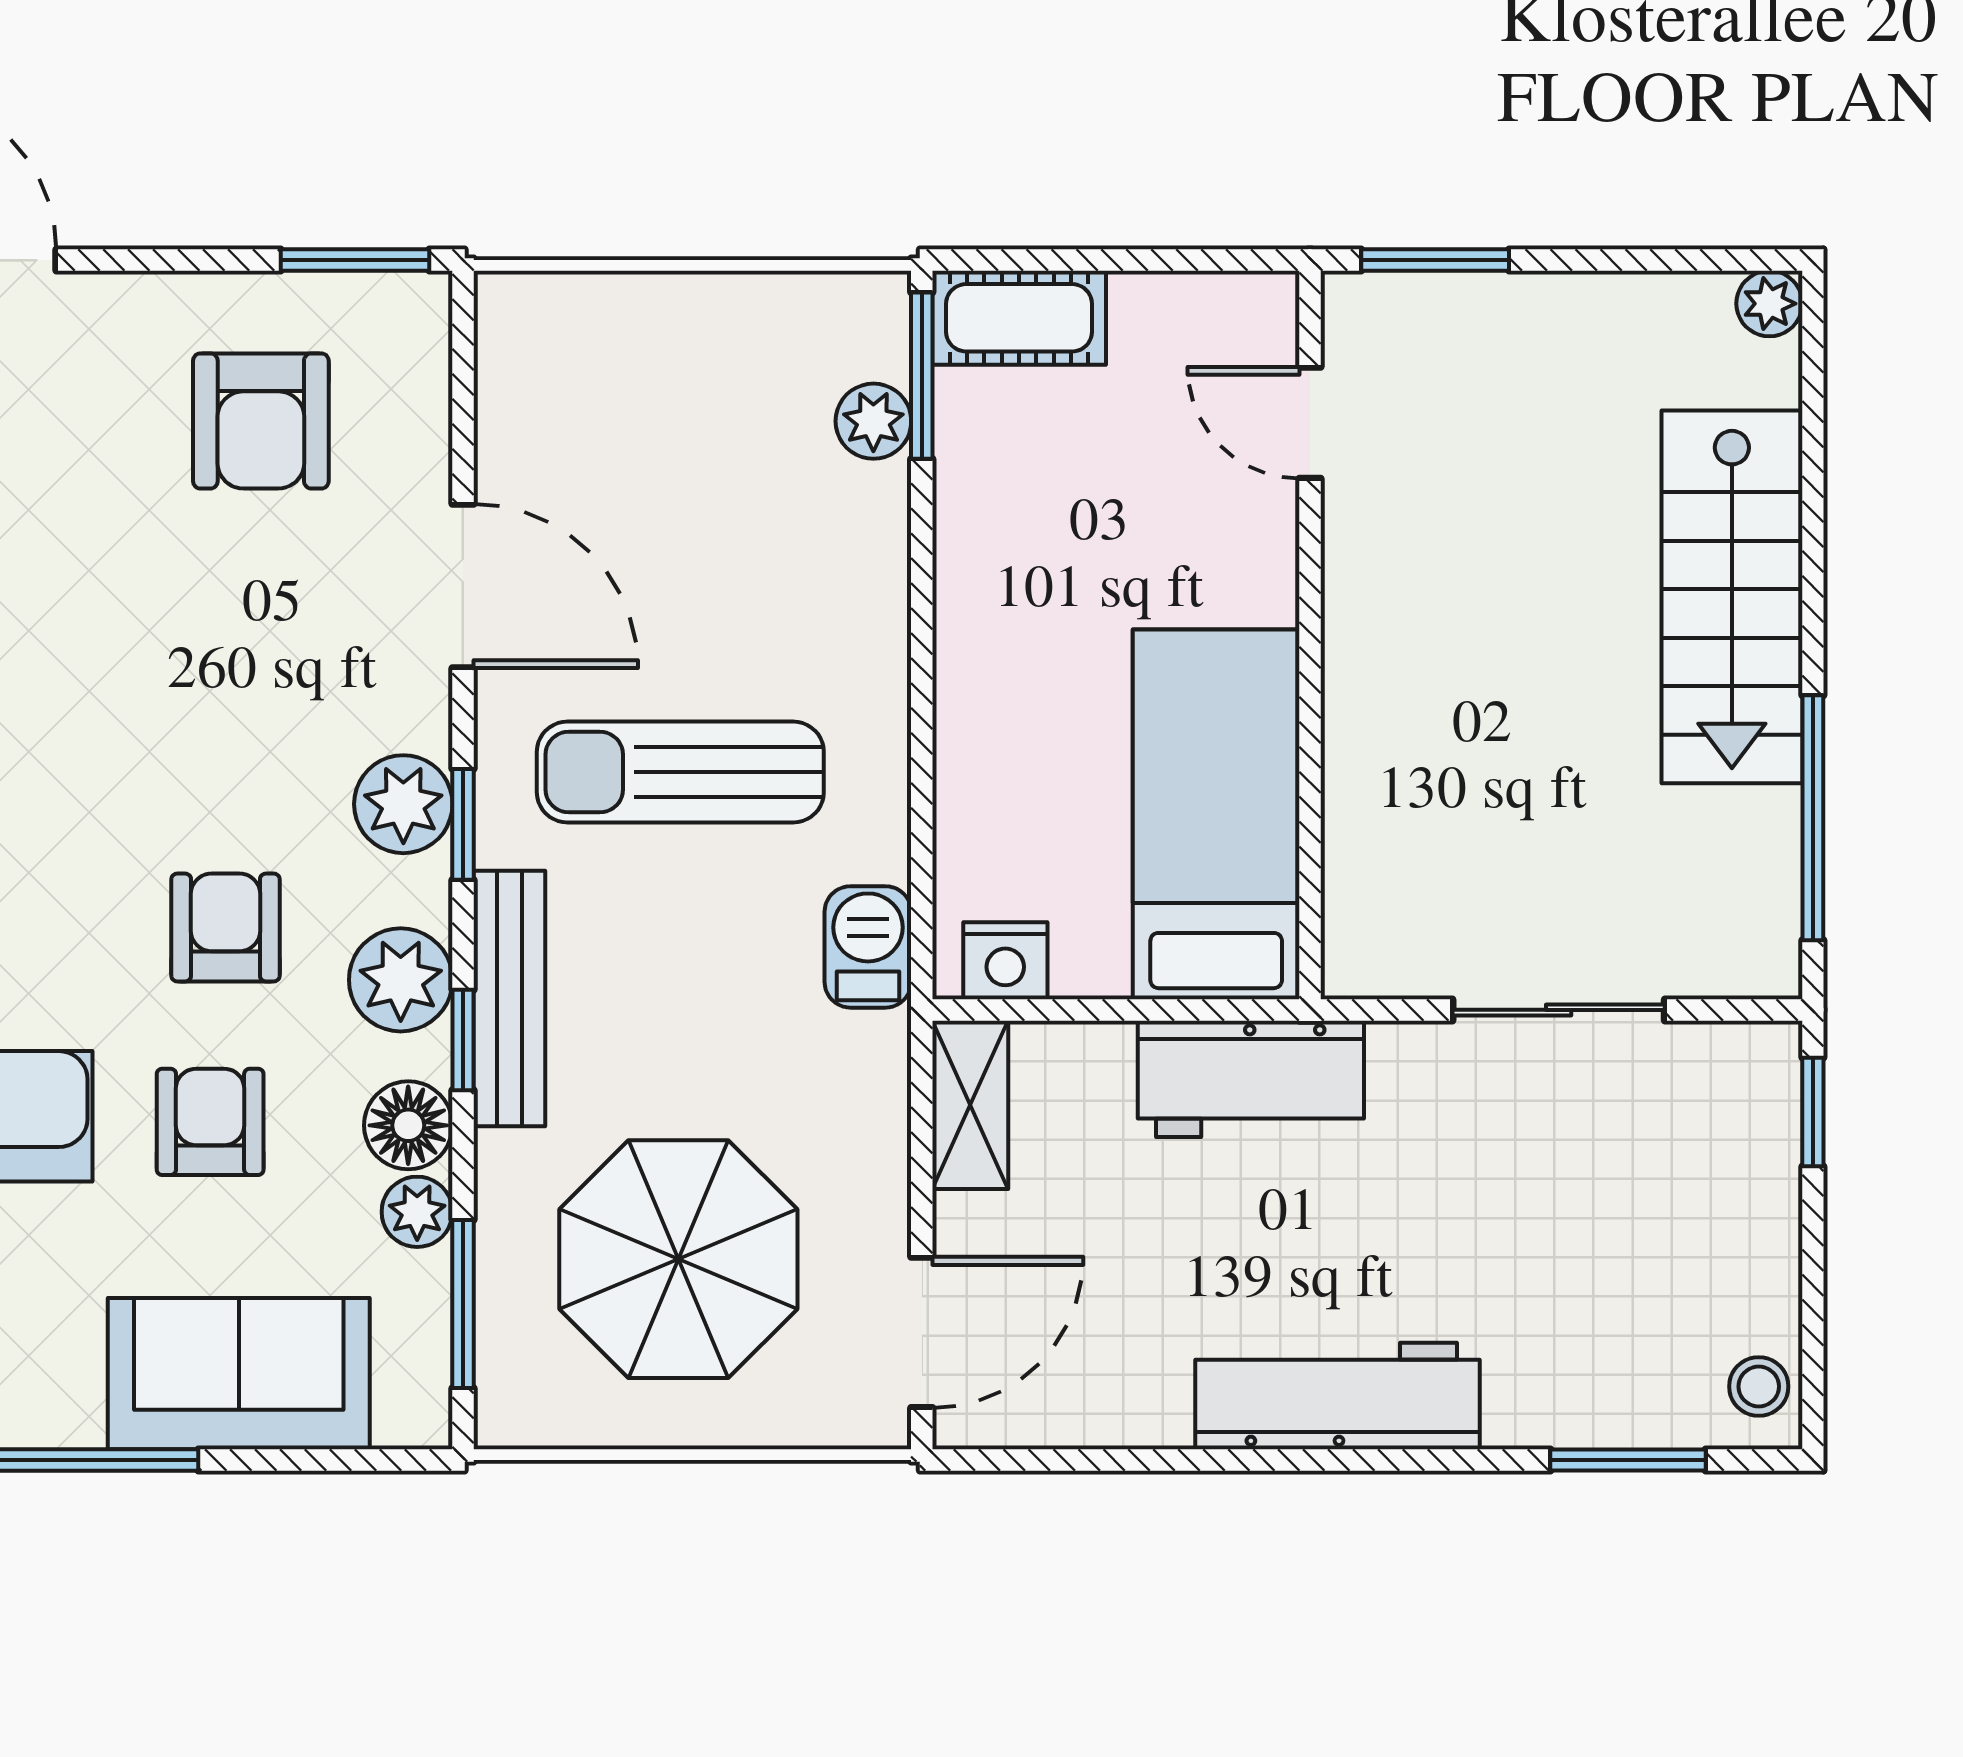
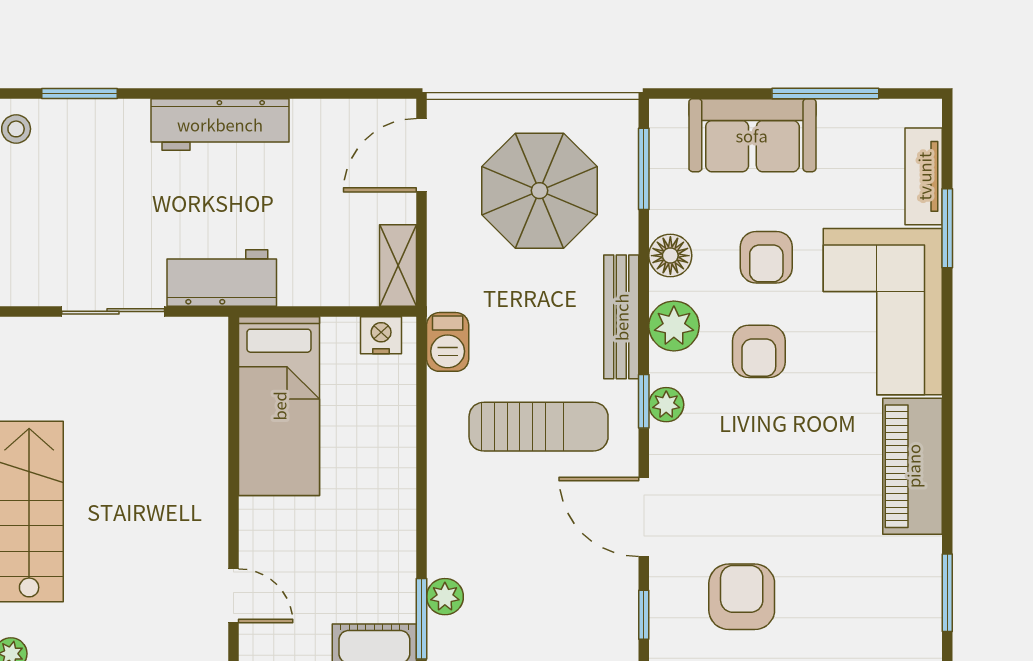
plant: (403, 804) -> (666, 405), width x0.73, depth x0.73
window: (463, 1040) -> (644, 615), moved
workbench: (1251, 1079) -> (222, 278), moved
plant: (417, 1212) -> (666, 214), removed

